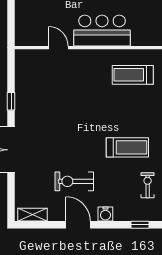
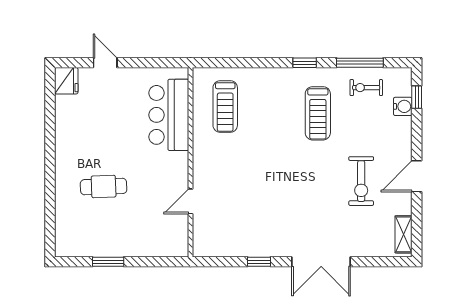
bar counter: (102, 31) -> (169, 115), moved
treadmill: (127, 147) -> (318, 113), turned 180
water cooler: (105, 214) -> (403, 106), moved

